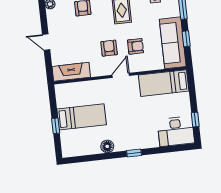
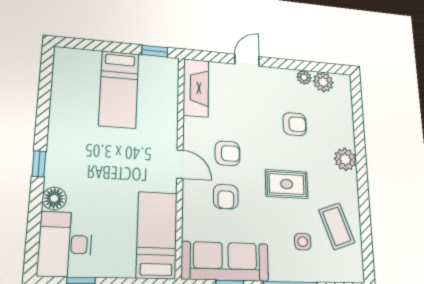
window: (56, 126) -> (155, 51), moved
floor lamp: (107, 146) -> (54, 198), moved

